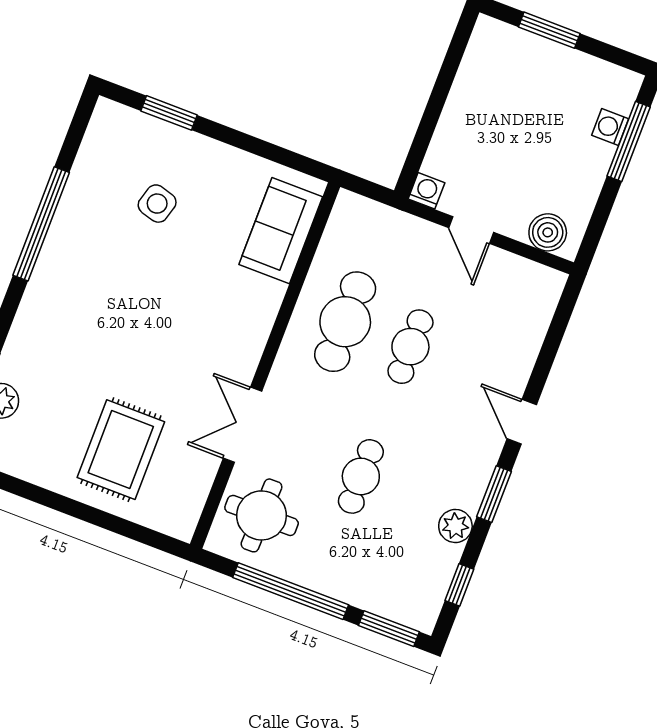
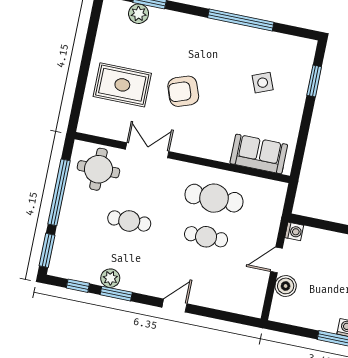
side table: (157, 204) -> (263, 83), turned -38
boiler: (548, 232) -> (286, 286), moved
armchair: (149, 345) -> (183, 91), added
window: (494, 494) -> (116, 294), moved

